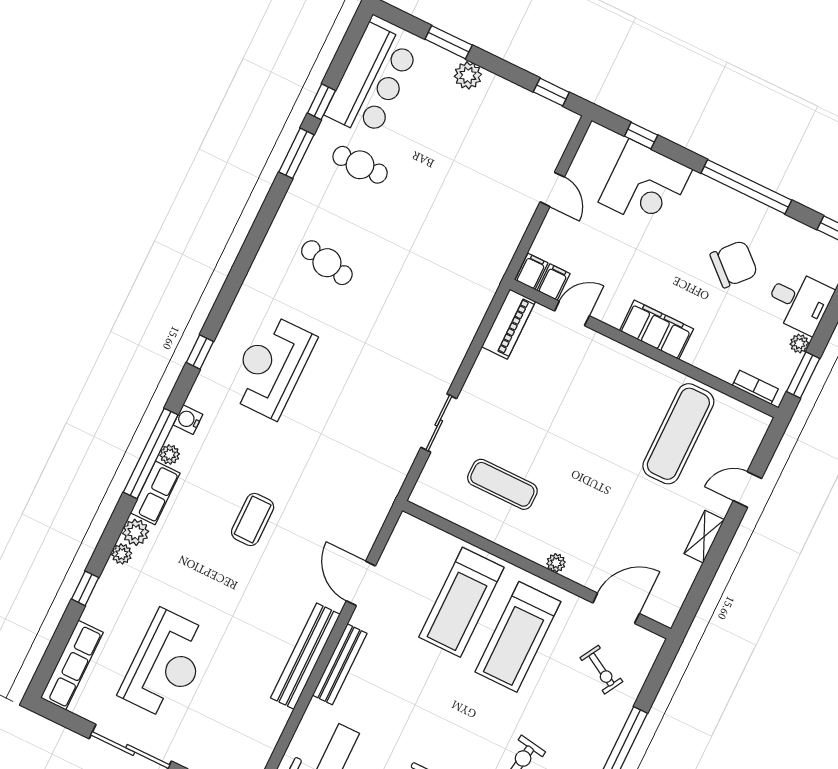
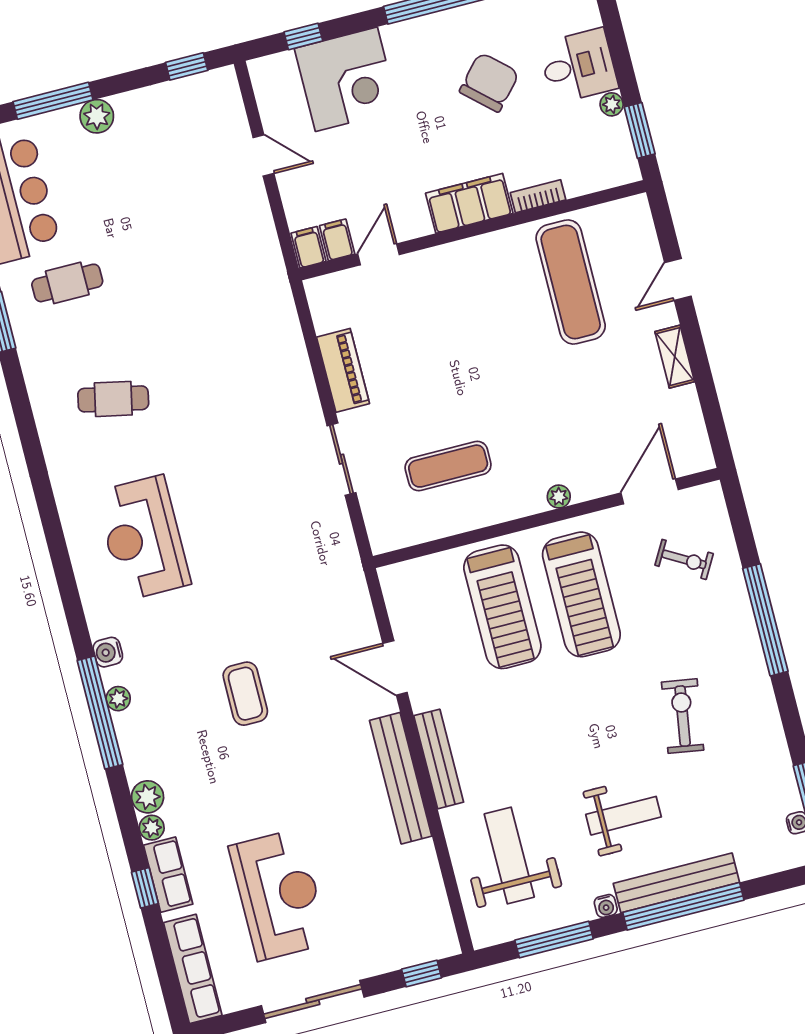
window: (449, 42) -> (53, 101), width x1.44
piano: (508, 324) -> (343, 370), moved
window: (200, 352) -> (66, 581), removed
bookcase: (755, 387) -> (538, 196), moved
row of seats: (155, 493) -> (168, 875), moved

